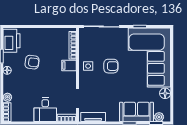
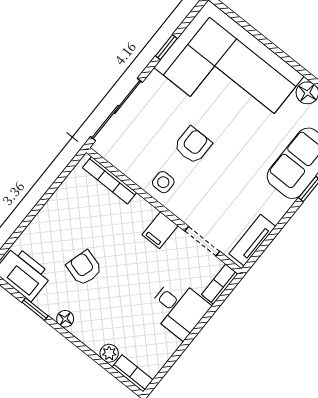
armchair: (32, 62) -> (84, 268), turned -81
filing cabinet: (69, 65) -> (160, 230), moved

